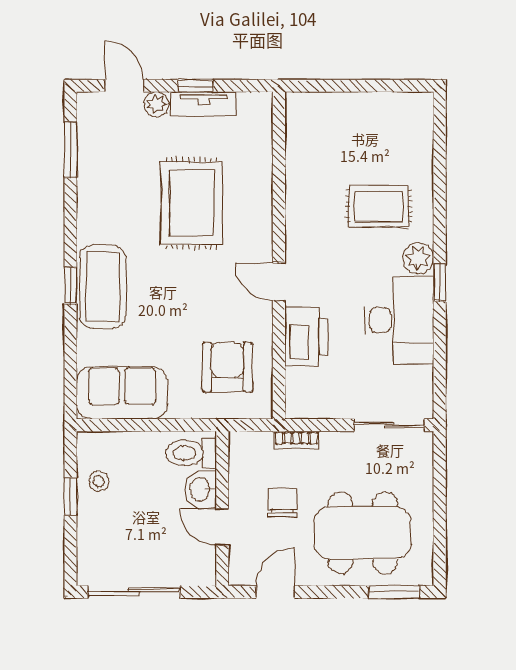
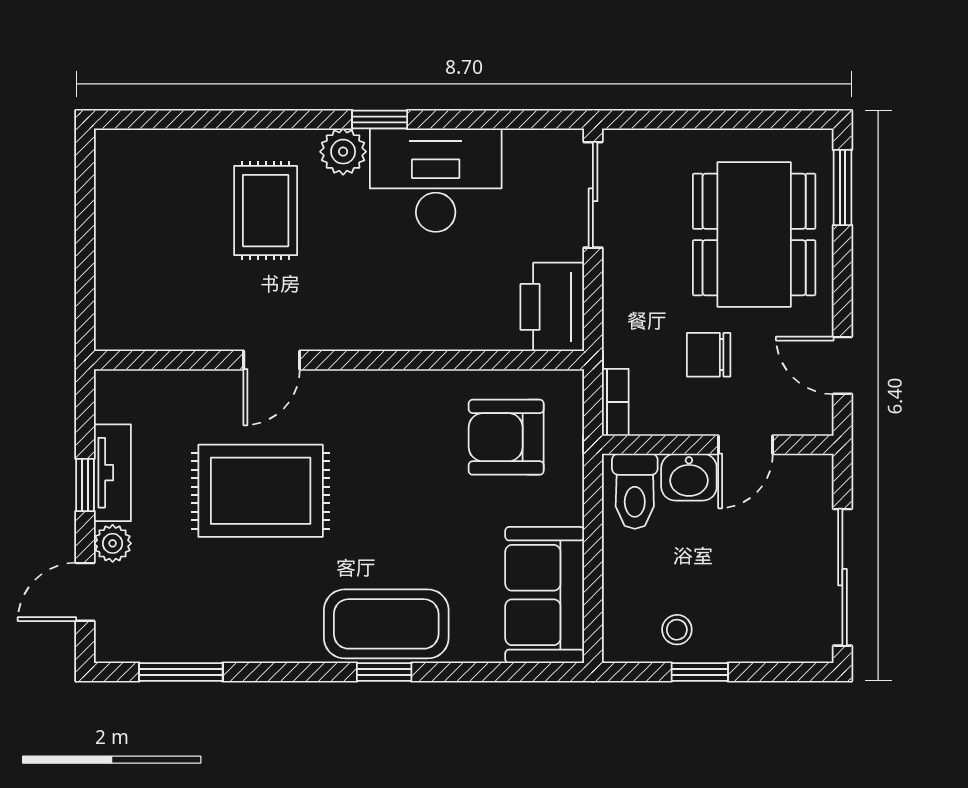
door: (279, 282) -> (272, 360), moved
printer: (306, 337) -> (552, 307), moved, turned -90
bookcase: (296, 440) -> (615, 402), moved

